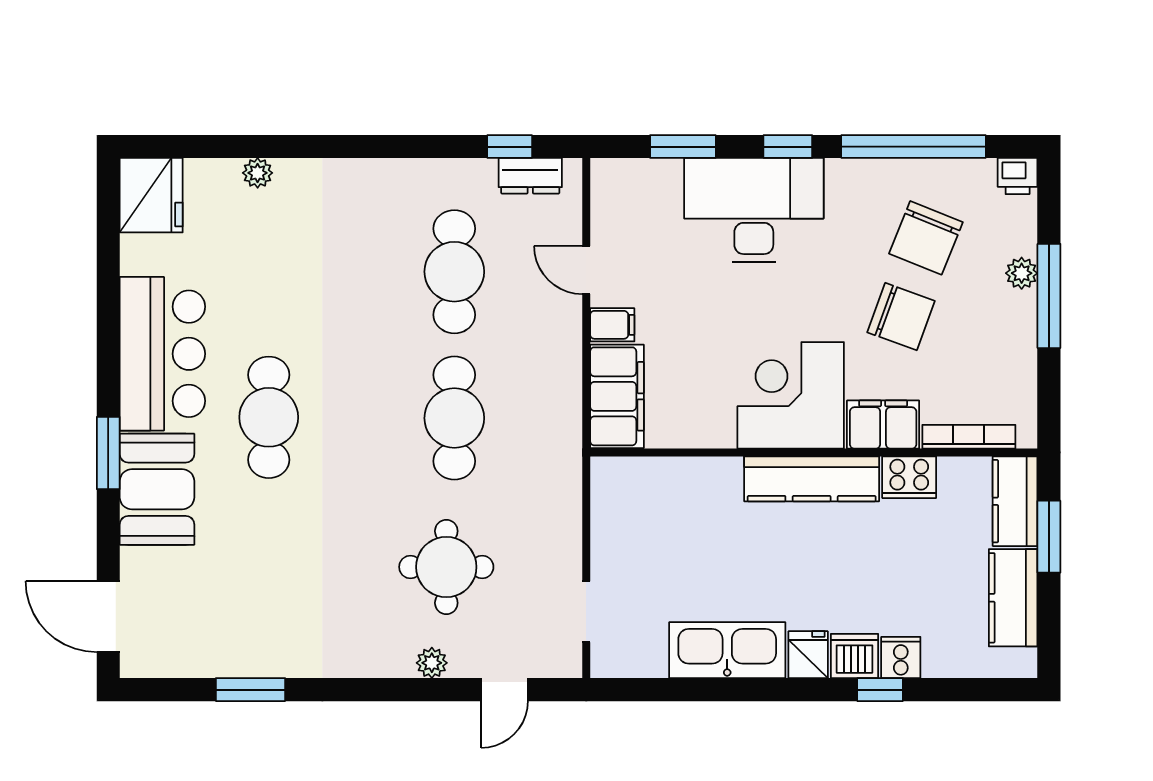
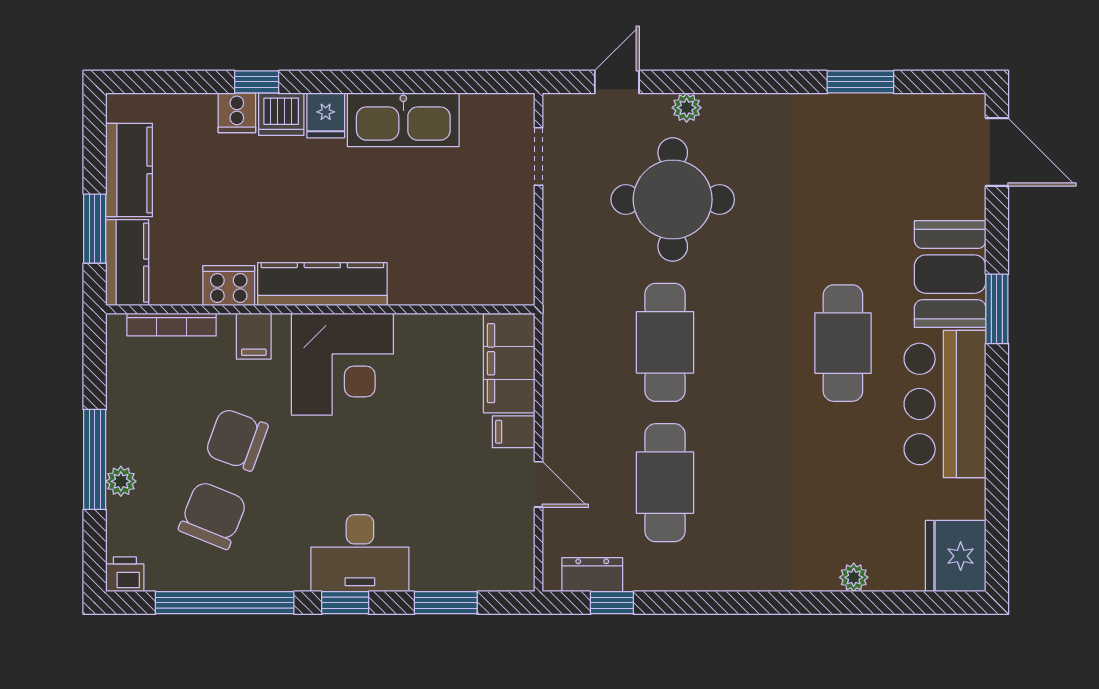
desk: (754, 210) -> (360, 553), width x0.73, depth x0.77
filing cabinet: (883, 425) -> (254, 336), width x0.50
round table: (446, 567) -> (673, 200), width x1.36, depth x1.36

